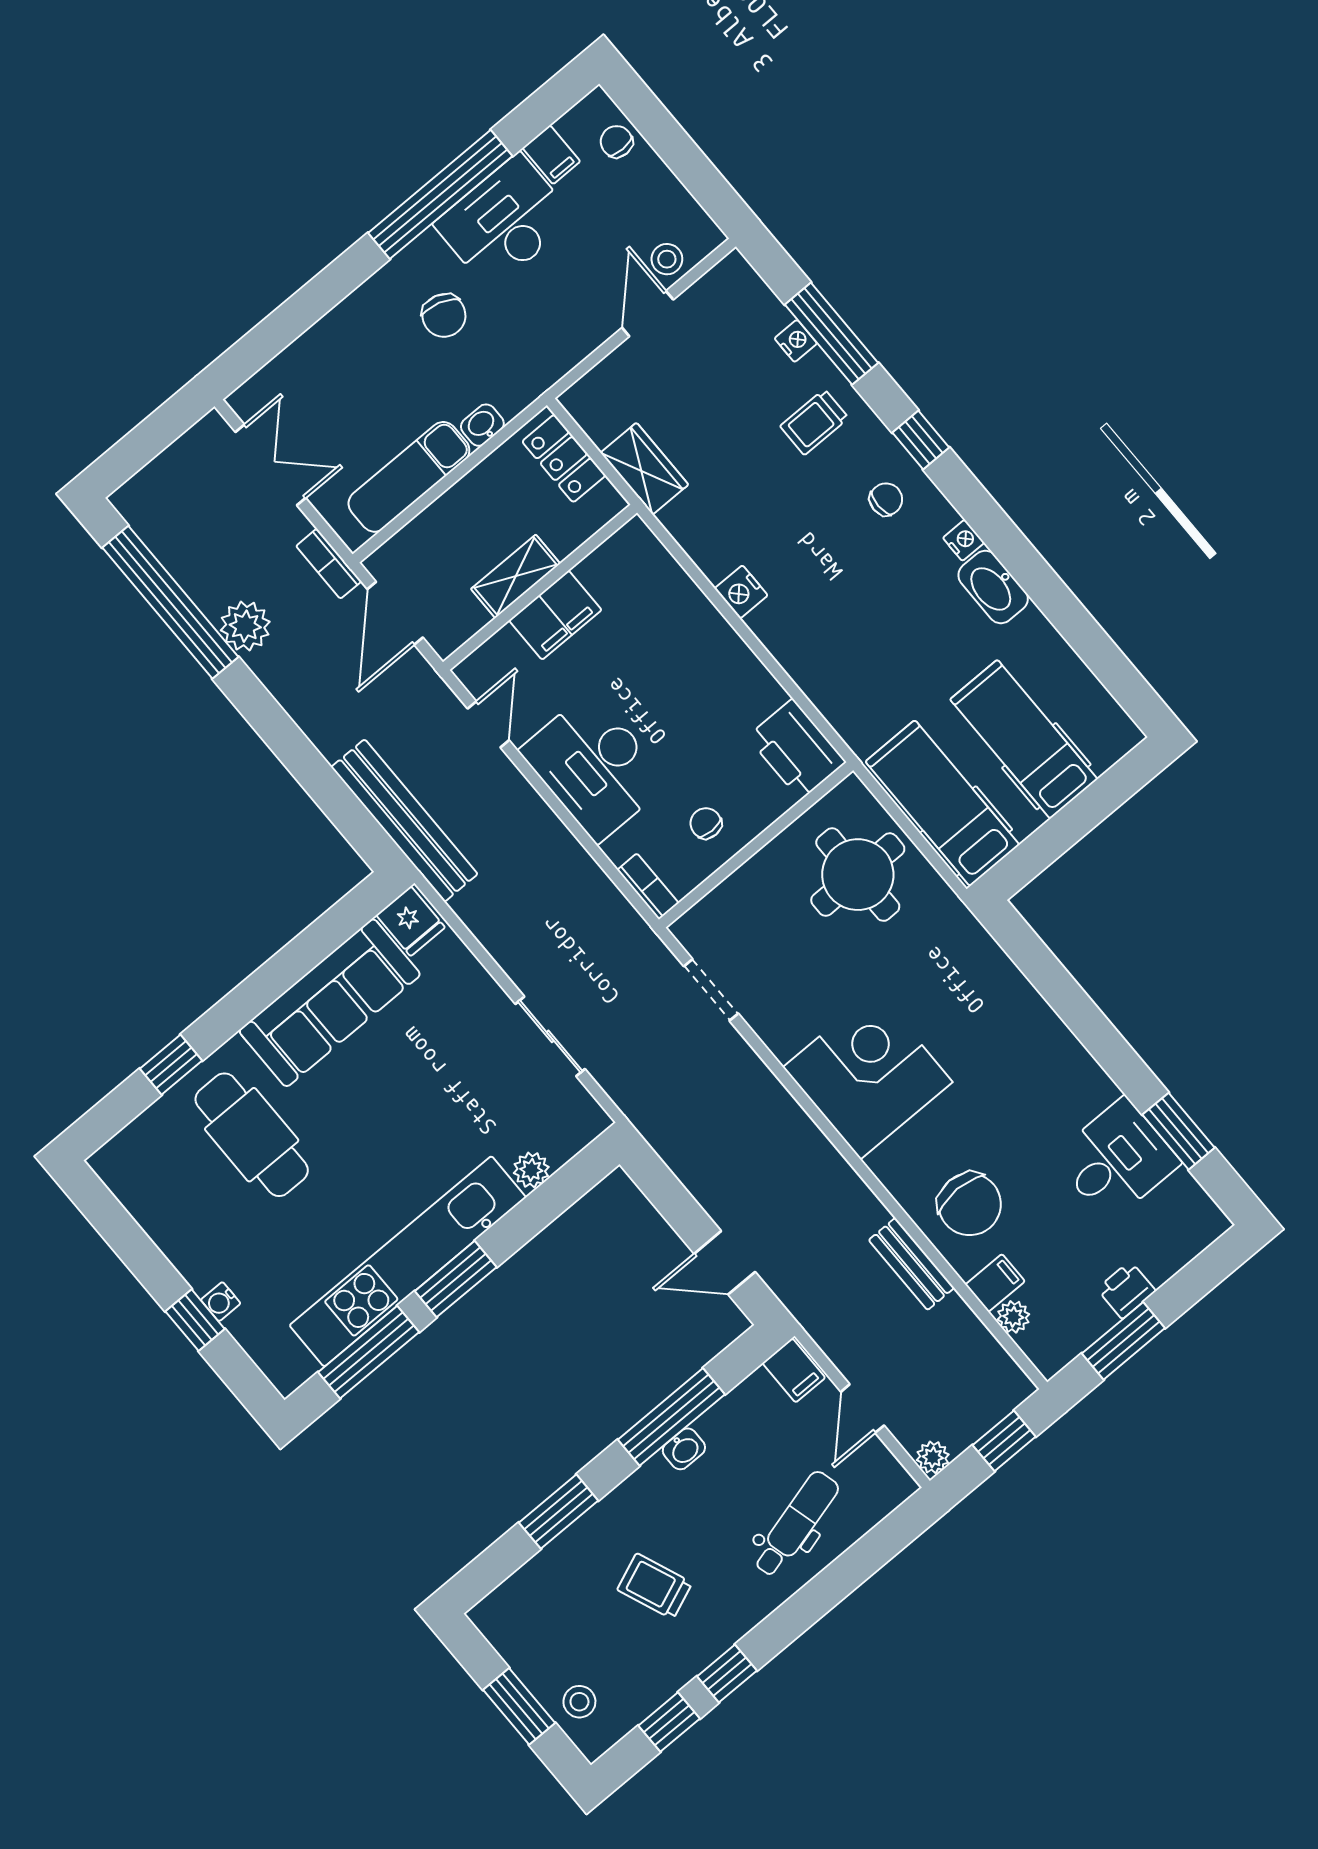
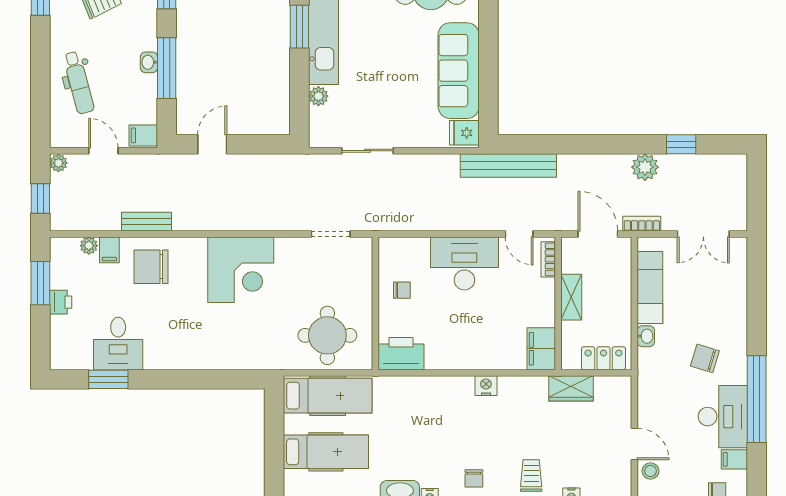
window: (170, 602) -> (681, 144), width x0.32
filing cabinet: (555, 615) -> (541, 349), moved
bookcase: (648, 886) -> (548, 259), moved, turned 90

